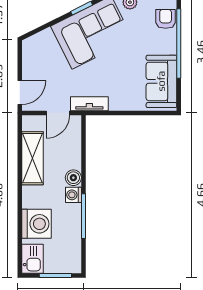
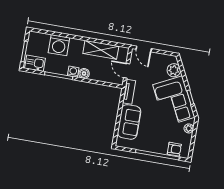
plant: (45, 41) -> (174, 70), added
sofa: (161, 81) -> (129, 122), moved, turned 90
kitchen sink: (33, 259) -> (35, 63), moved, turned 180

